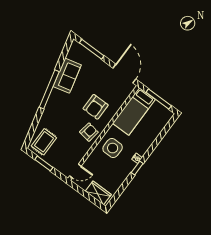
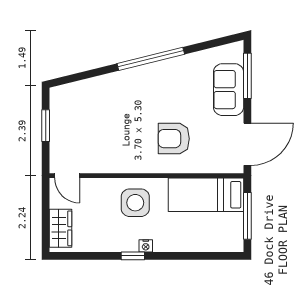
sofa: (67, 76) -> (229, 90), moved, turned 104
armchair: (89, 132) -> (133, 155), removed
rug: (44, 142) -> (75, 104), removed

